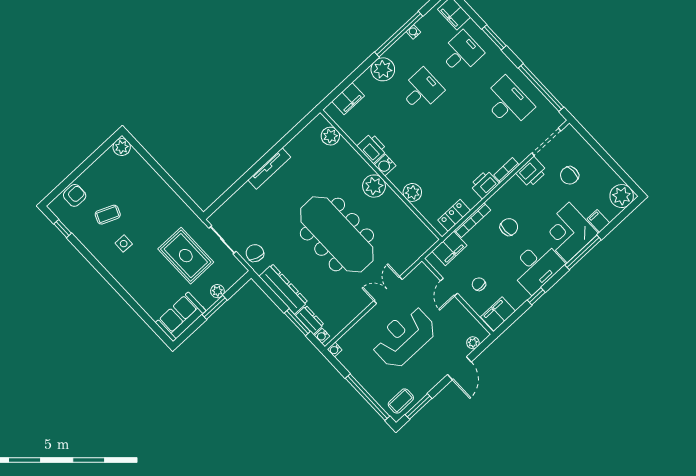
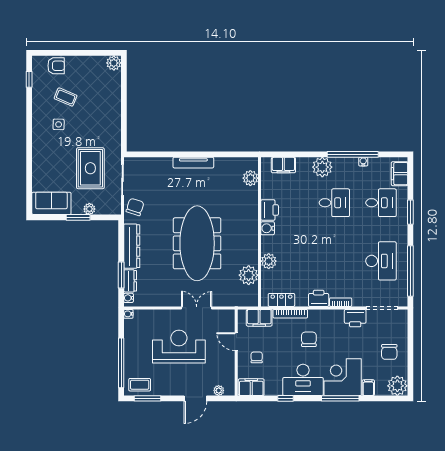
chair: (570, 175) -> (389, 352), moved, turned -90
plant: (374, 186) -> (249, 275), moved
chair: (509, 227) -> (309, 339), turned -90
door: (449, 287) -> (236, 342), hinge flipped

